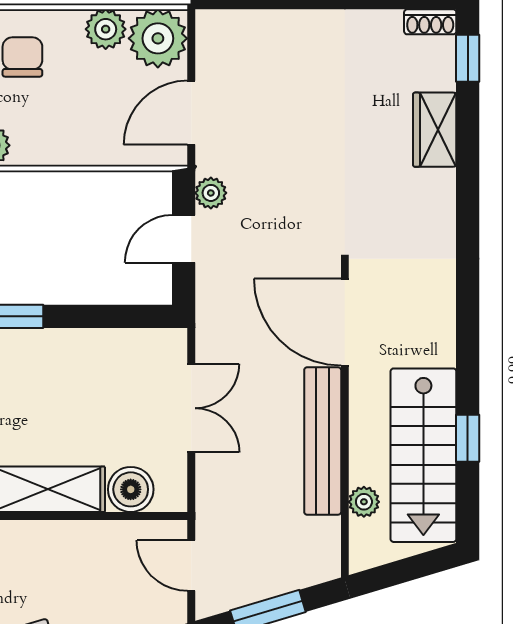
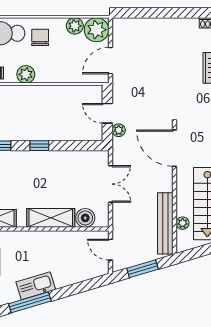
plant: (211, 193) -> (119, 130), moved
door: (184, 239) -> (107, 113), hinge flipped
bench: (323, 441) -> (165, 223), moved

